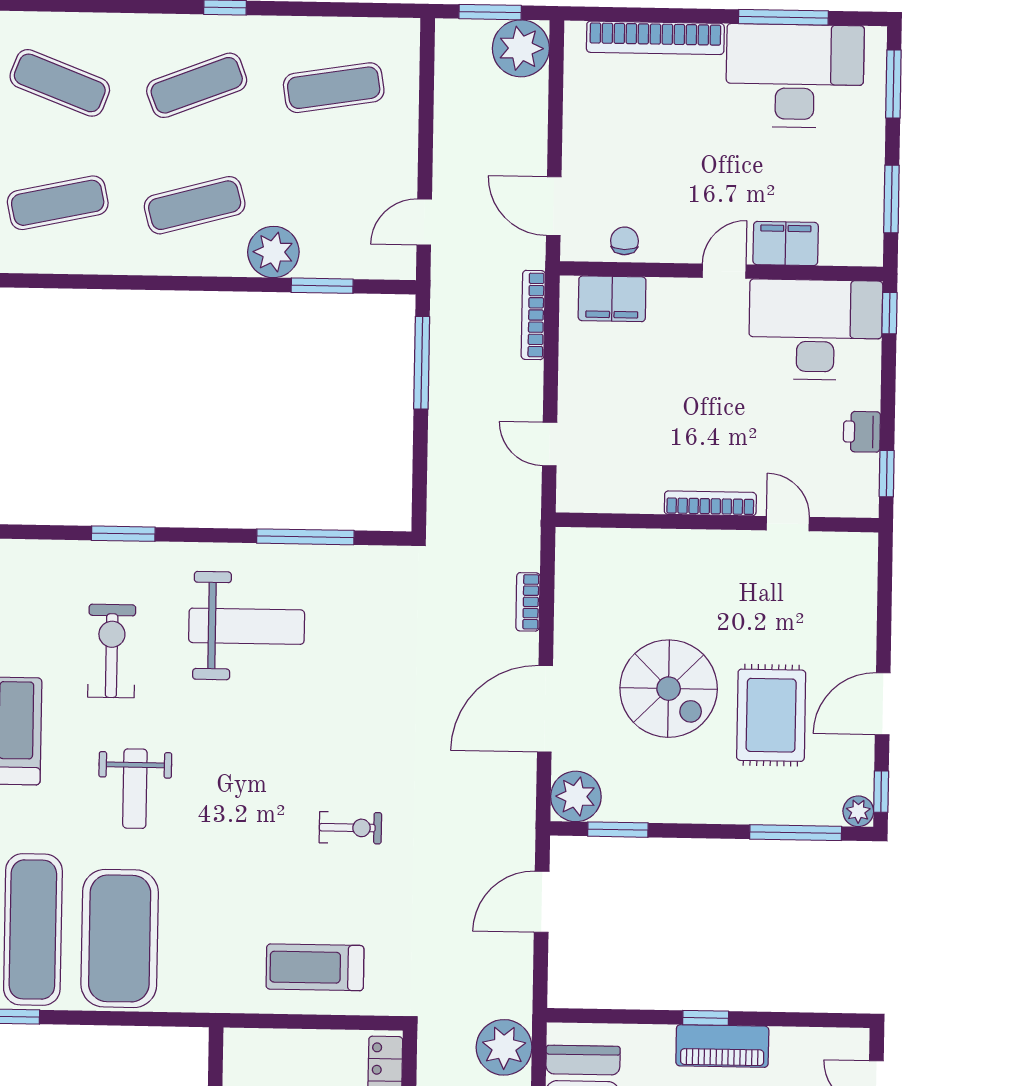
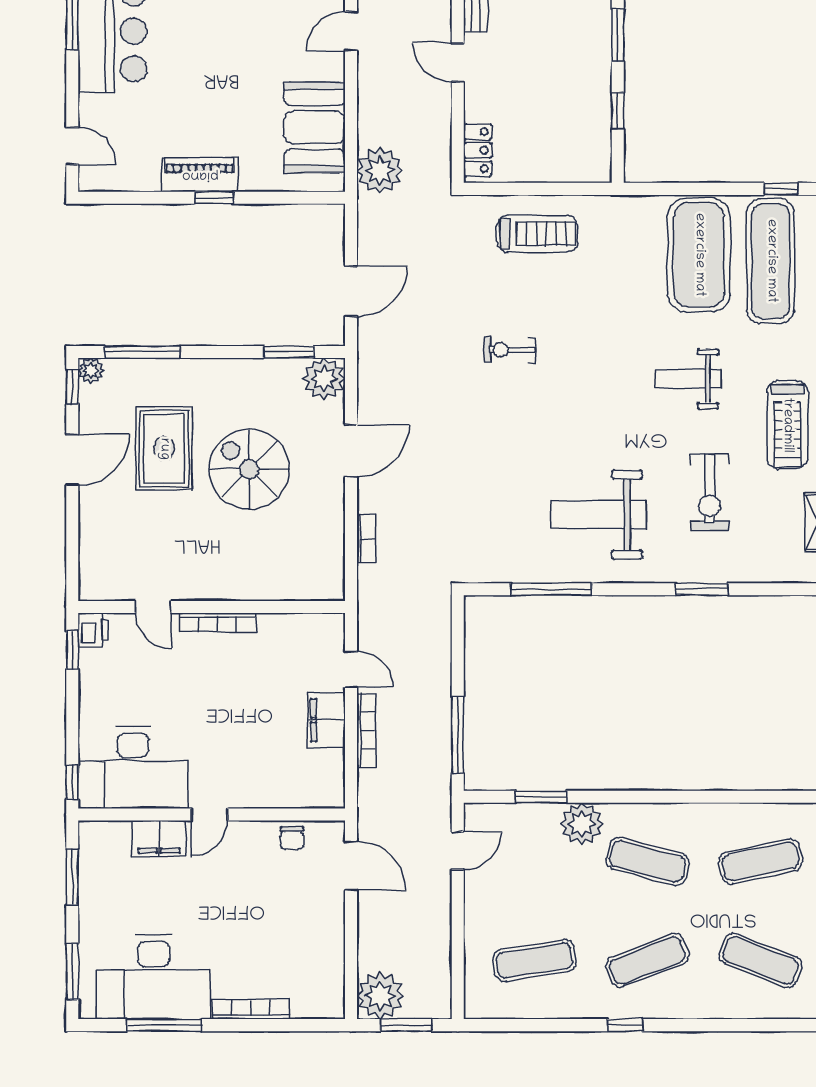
bookcase: (655, 38) -> (251, 1009), width x0.68, depth x0.76
exercise mat: (195, 205) -> (647, 861), turned 30
filing cabinet: (612, 299) -> (327, 720), moved, turned -90
bookcase: (533, 315) -> (366, 730), moved
printer: (862, 432) -> (93, 630), moved
door: (545, 709) -> (351, 451), width x0.73
weight bench: (135, 789) -> (688, 379), turned -90

